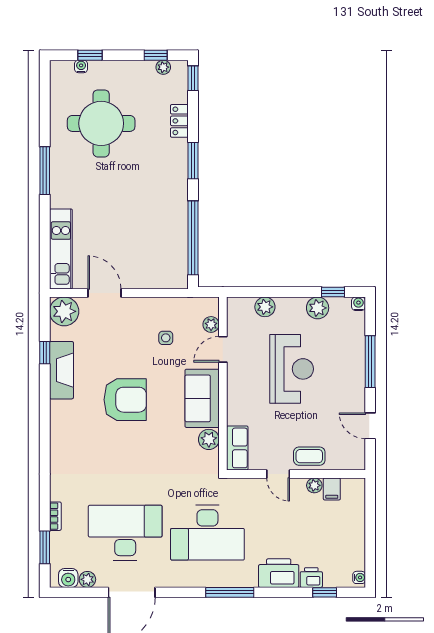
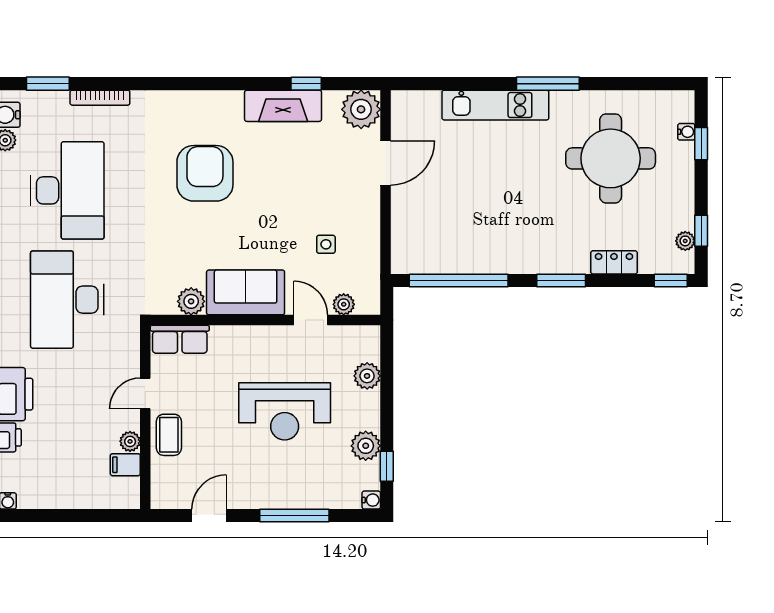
kitchen unit: (61, 249) -> (495, 105), moved
armchair: (125, 400) -> (205, 173), moved, turned 180
bookcase: (55, 516) -> (100, 98), width x1.56

